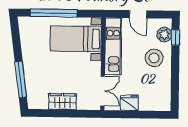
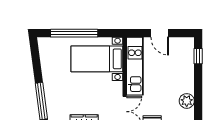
plant: (164, 35) -> (187, 101), moved
stool: (154, 58) -> (177, 77), removed

